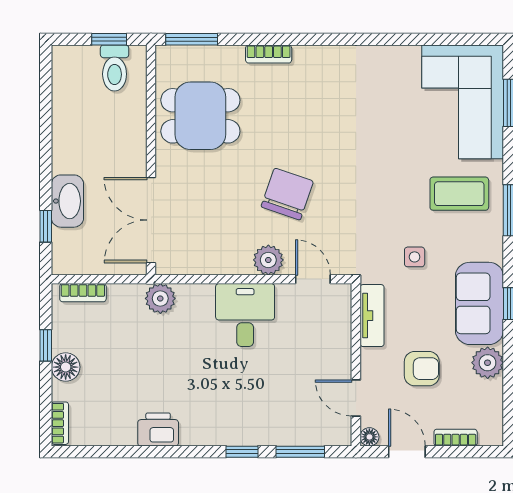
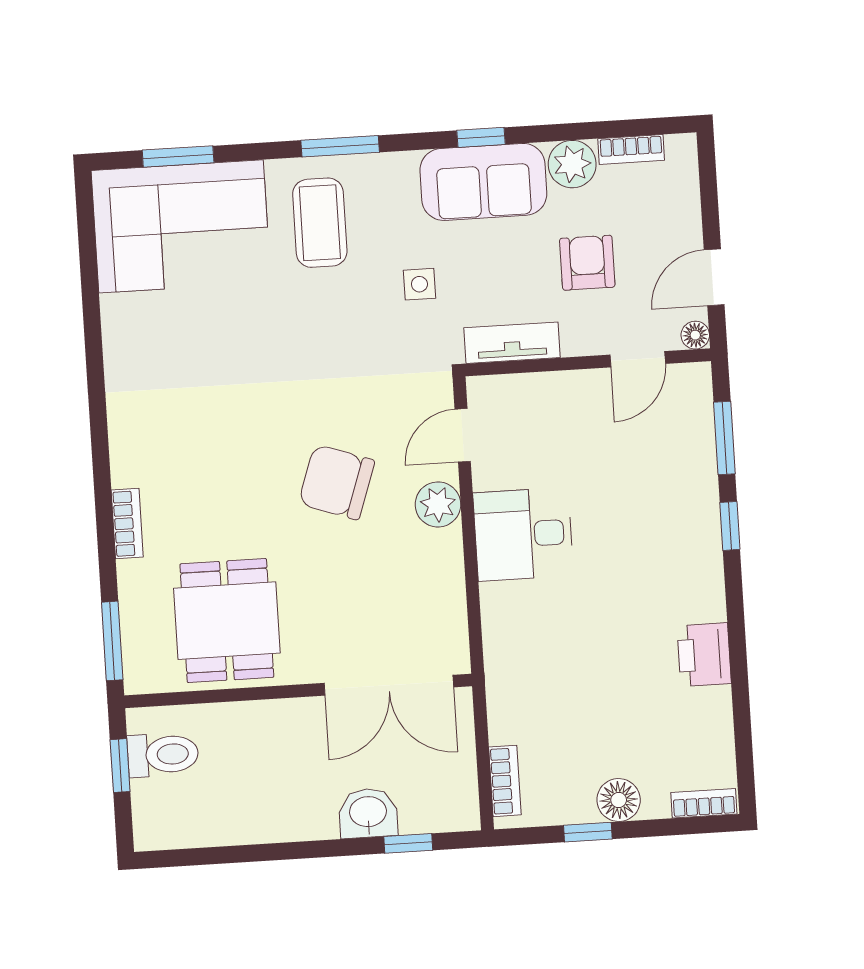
washbasin: (67, 201) -> (368, 813), width x0.72
plant: (160, 298) -> (506, 664), removed
bookcase: (456, 438) -> (631, 149), moved, turned -90

